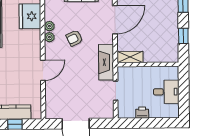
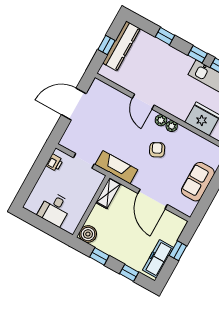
plant: (49, 26) -> (161, 120), moved
boiler: (171, 55) -> (88, 234), added
printer: (142, 113) -> (54, 163), moved

